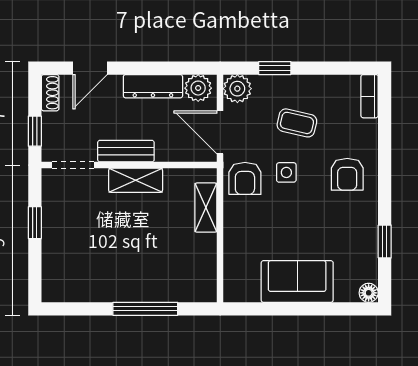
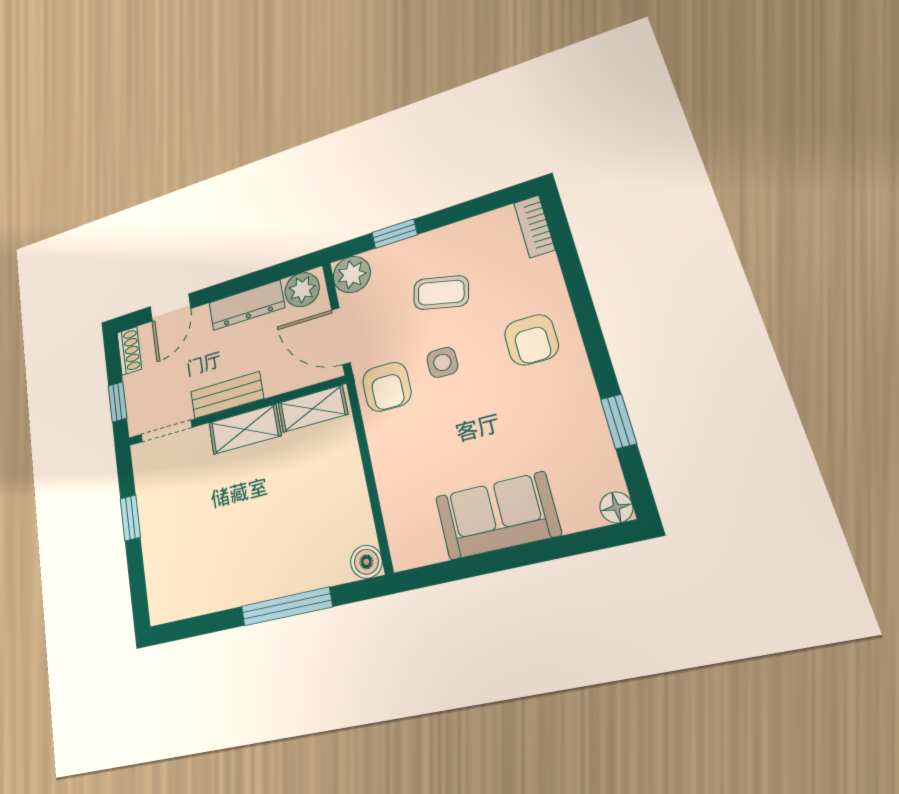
shelving: (206, 208) -> (313, 409), moved, turned 90
boiler: (206, 292) -> (366, 562), added

